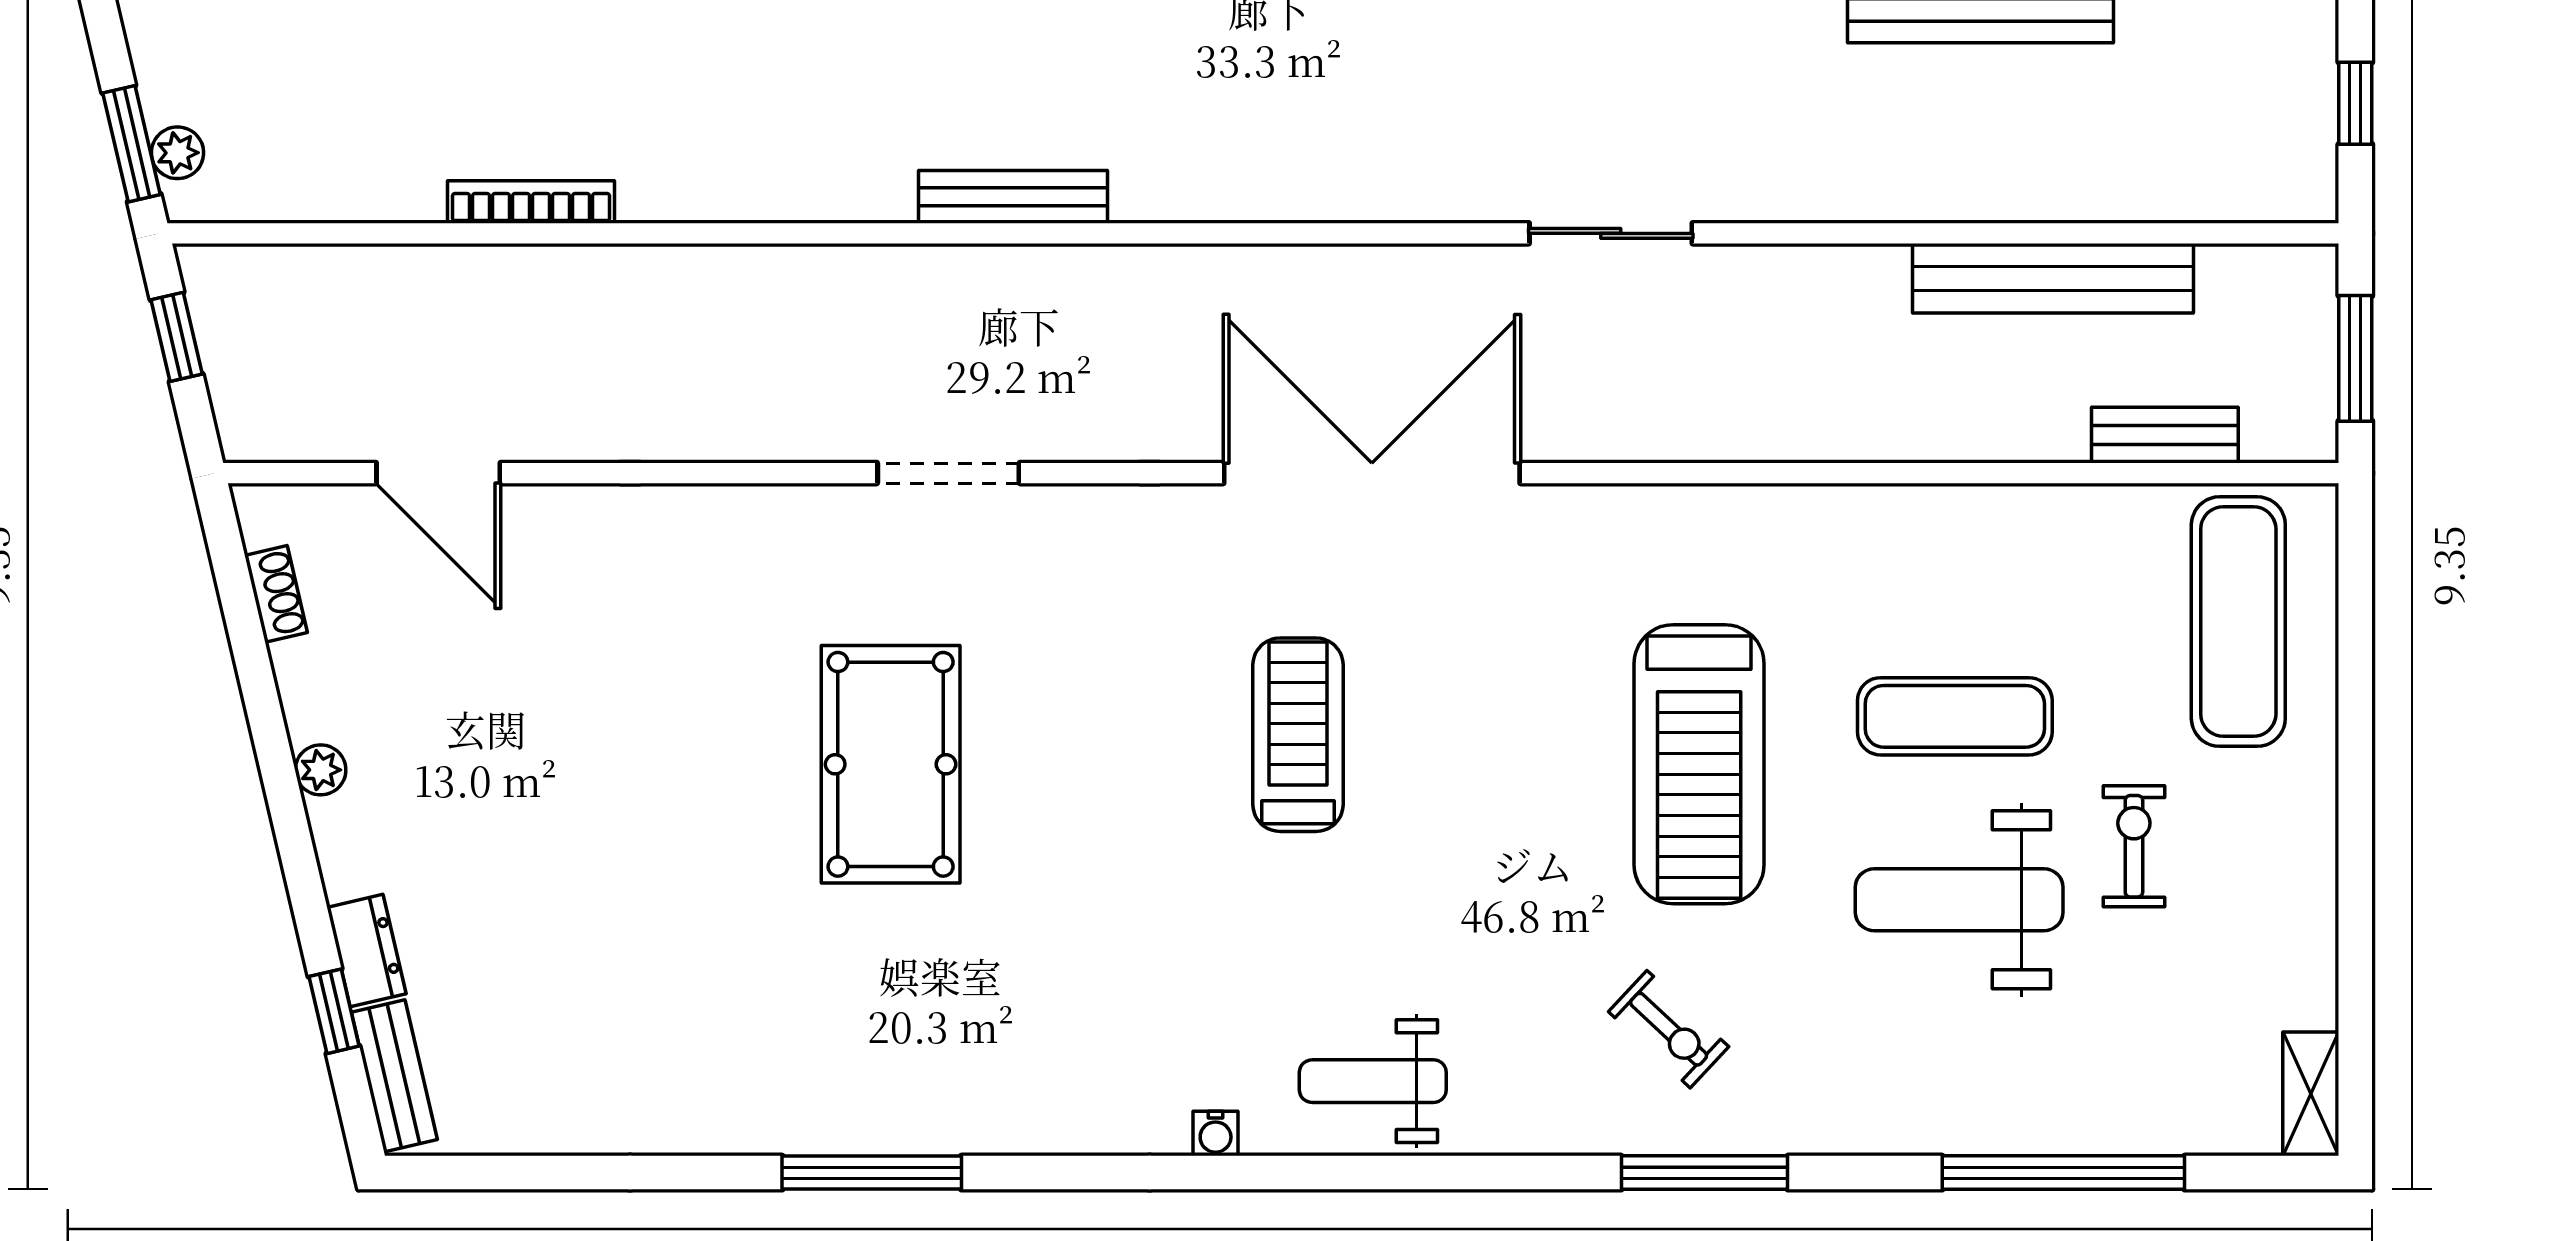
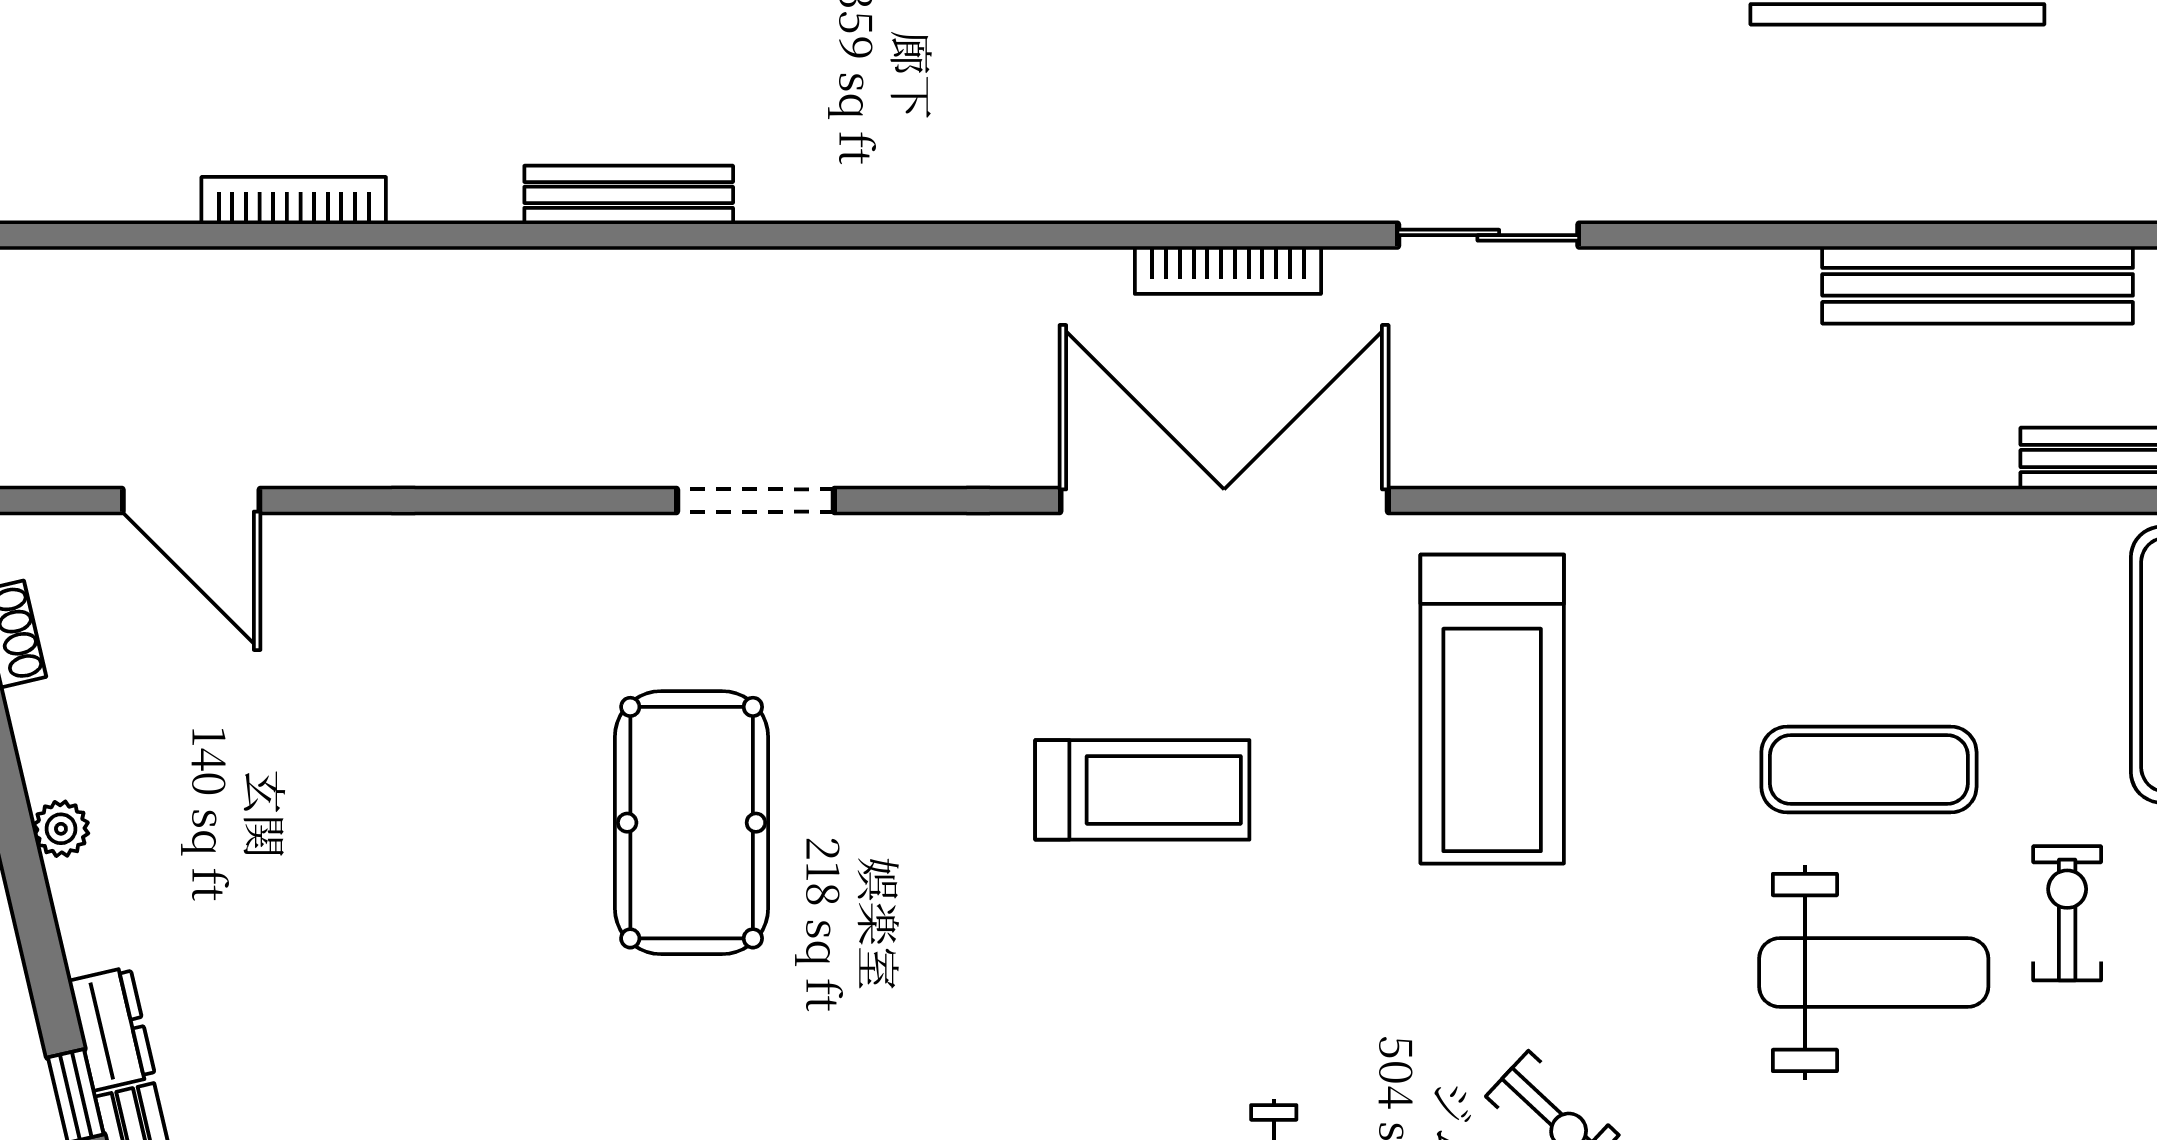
bench: (1013, 197) -> (629, 195), moved
bookcase: (1375, 265) -> (1228, 270), added
treadmill: (1298, 735) -> (1142, 790), turned 90
treadmill: (1699, 764) -> (1492, 709), moved
weight bench: (1959, 900) -> (1874, 972), turned 180

